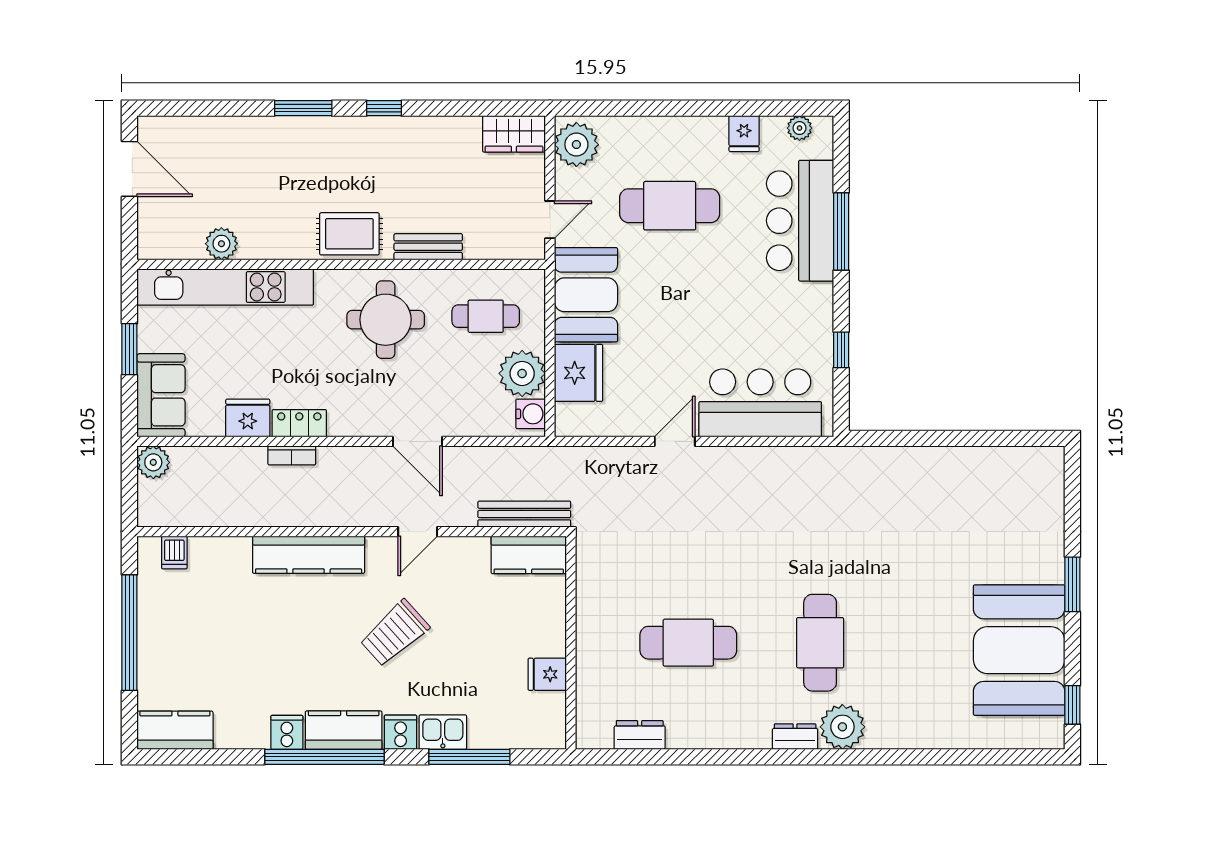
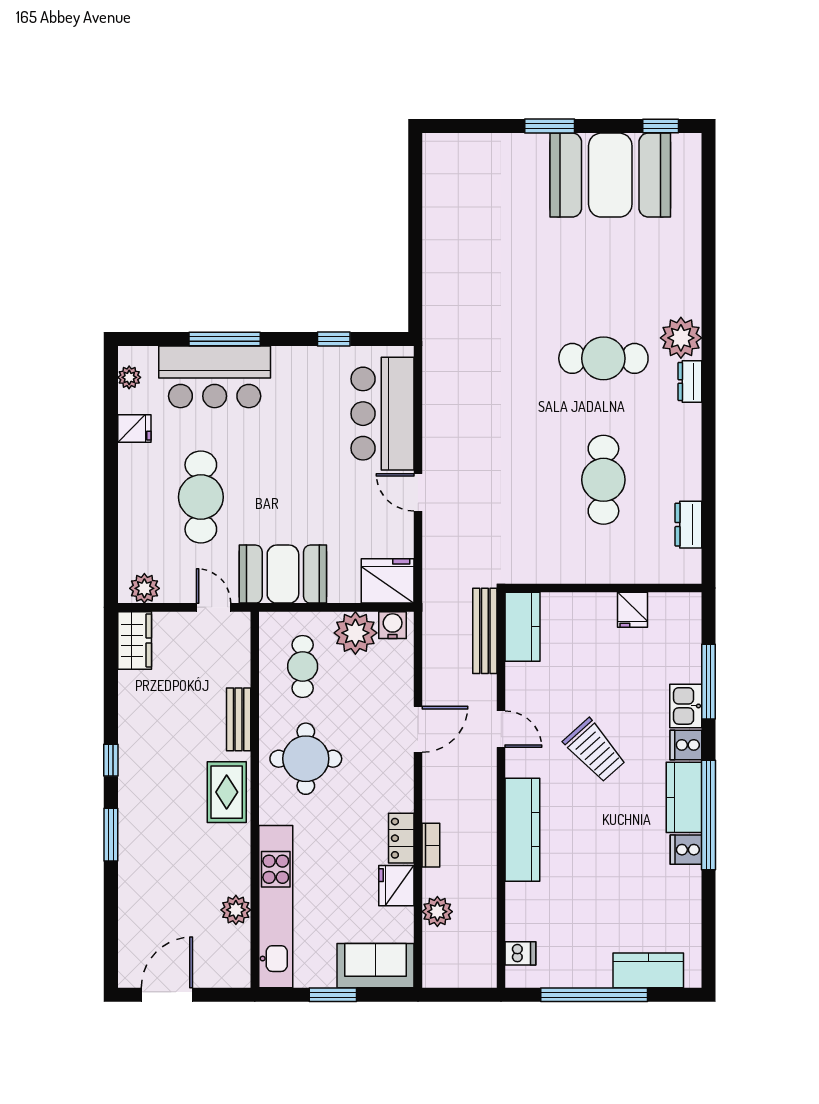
plant: (576, 145) -> (144, 588), width x0.73, depth x0.73
fridge: (578, 373) -> (388, 581), moved
plant: (153, 462) -> (437, 912), moved
kitchen counter: (175, 730) -> (648, 970), moved, turned 90

